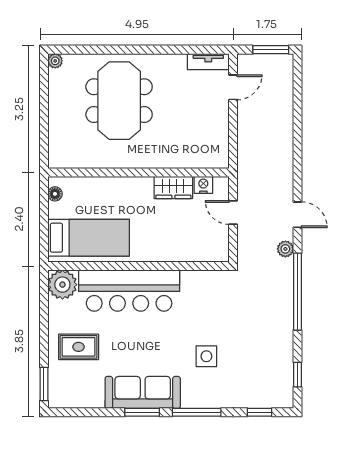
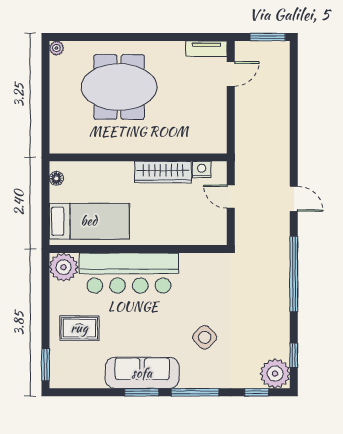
meeting table: (119, 101) -> (119, 87), turned 90
wardrobe: (173, 187) -> (163, 172), width x1.50
plant: (285, 249) -> (275, 374), moved, width x1.88, depth x1.88
side table: (206, 356) -> (205, 337), turned 45

